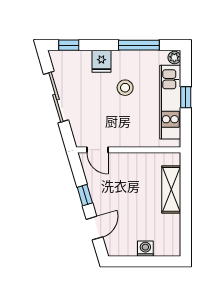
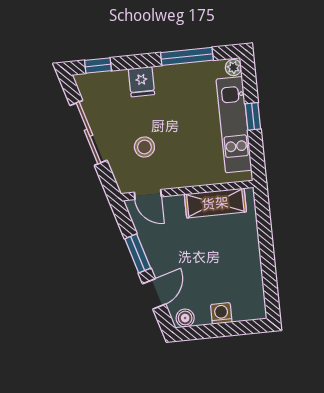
stool: (125, 88) -> (144, 147), moved
shelving: (171, 189) -> (215, 203), moved, turned 90
window: (85, 195) -> (138, 253), width x1.50
boiler: (117, 249) -> (185, 318), added

